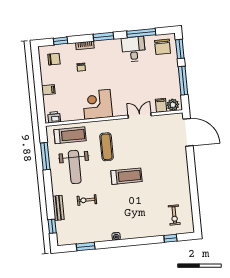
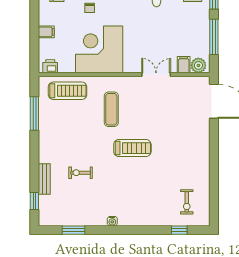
corner desk: (97, 104) -> (99, 49), width x1.36, depth x1.36
weight bench: (75, 167) -> (70, 130), removed

